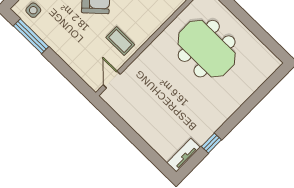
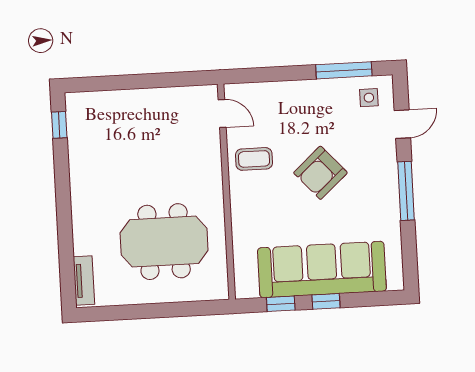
window: (211, 143) -> (59, 125), moved
tv unit: (184, 155) -> (84, 281), moved

